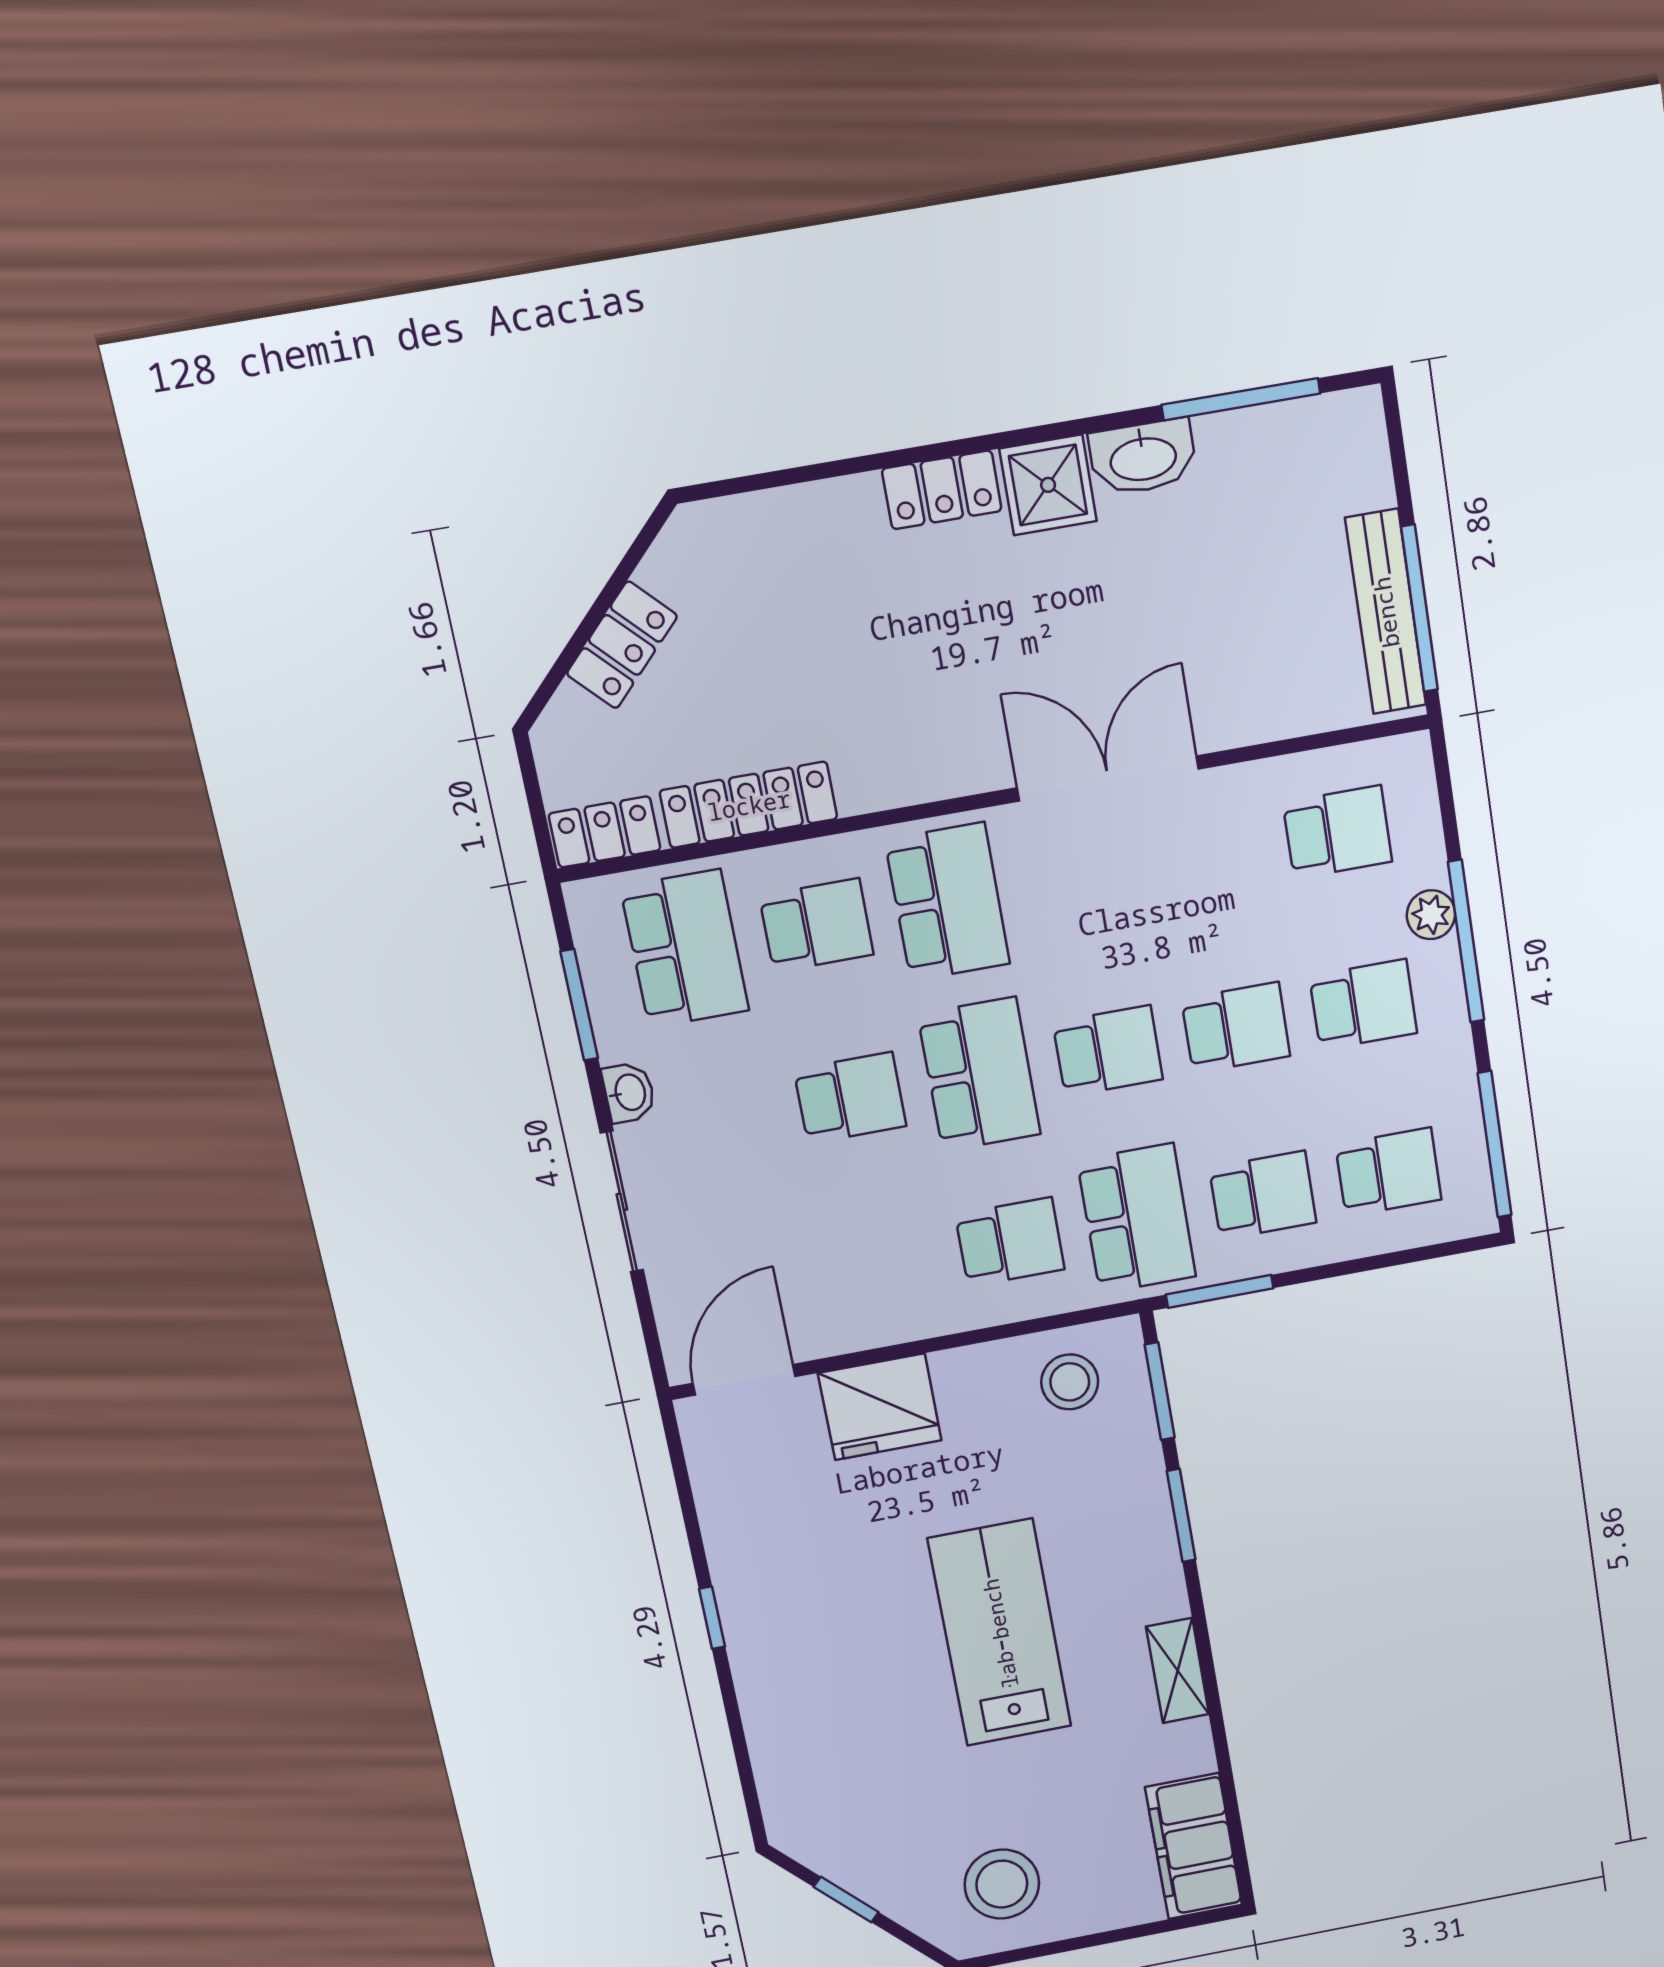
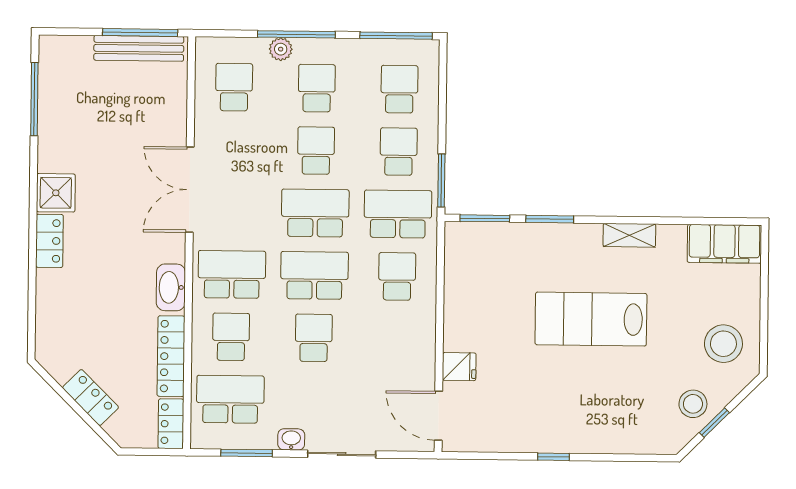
washbasin: (1143, 457) -> (171, 287), moved, turned 180
school desk: (1108, 1051) -> (315, 213), width x1.85
stool: (1070, 1382) -> (693, 404), moved
fridge: (880, 1407) -> (459, 367), width x0.53, depth x0.75

